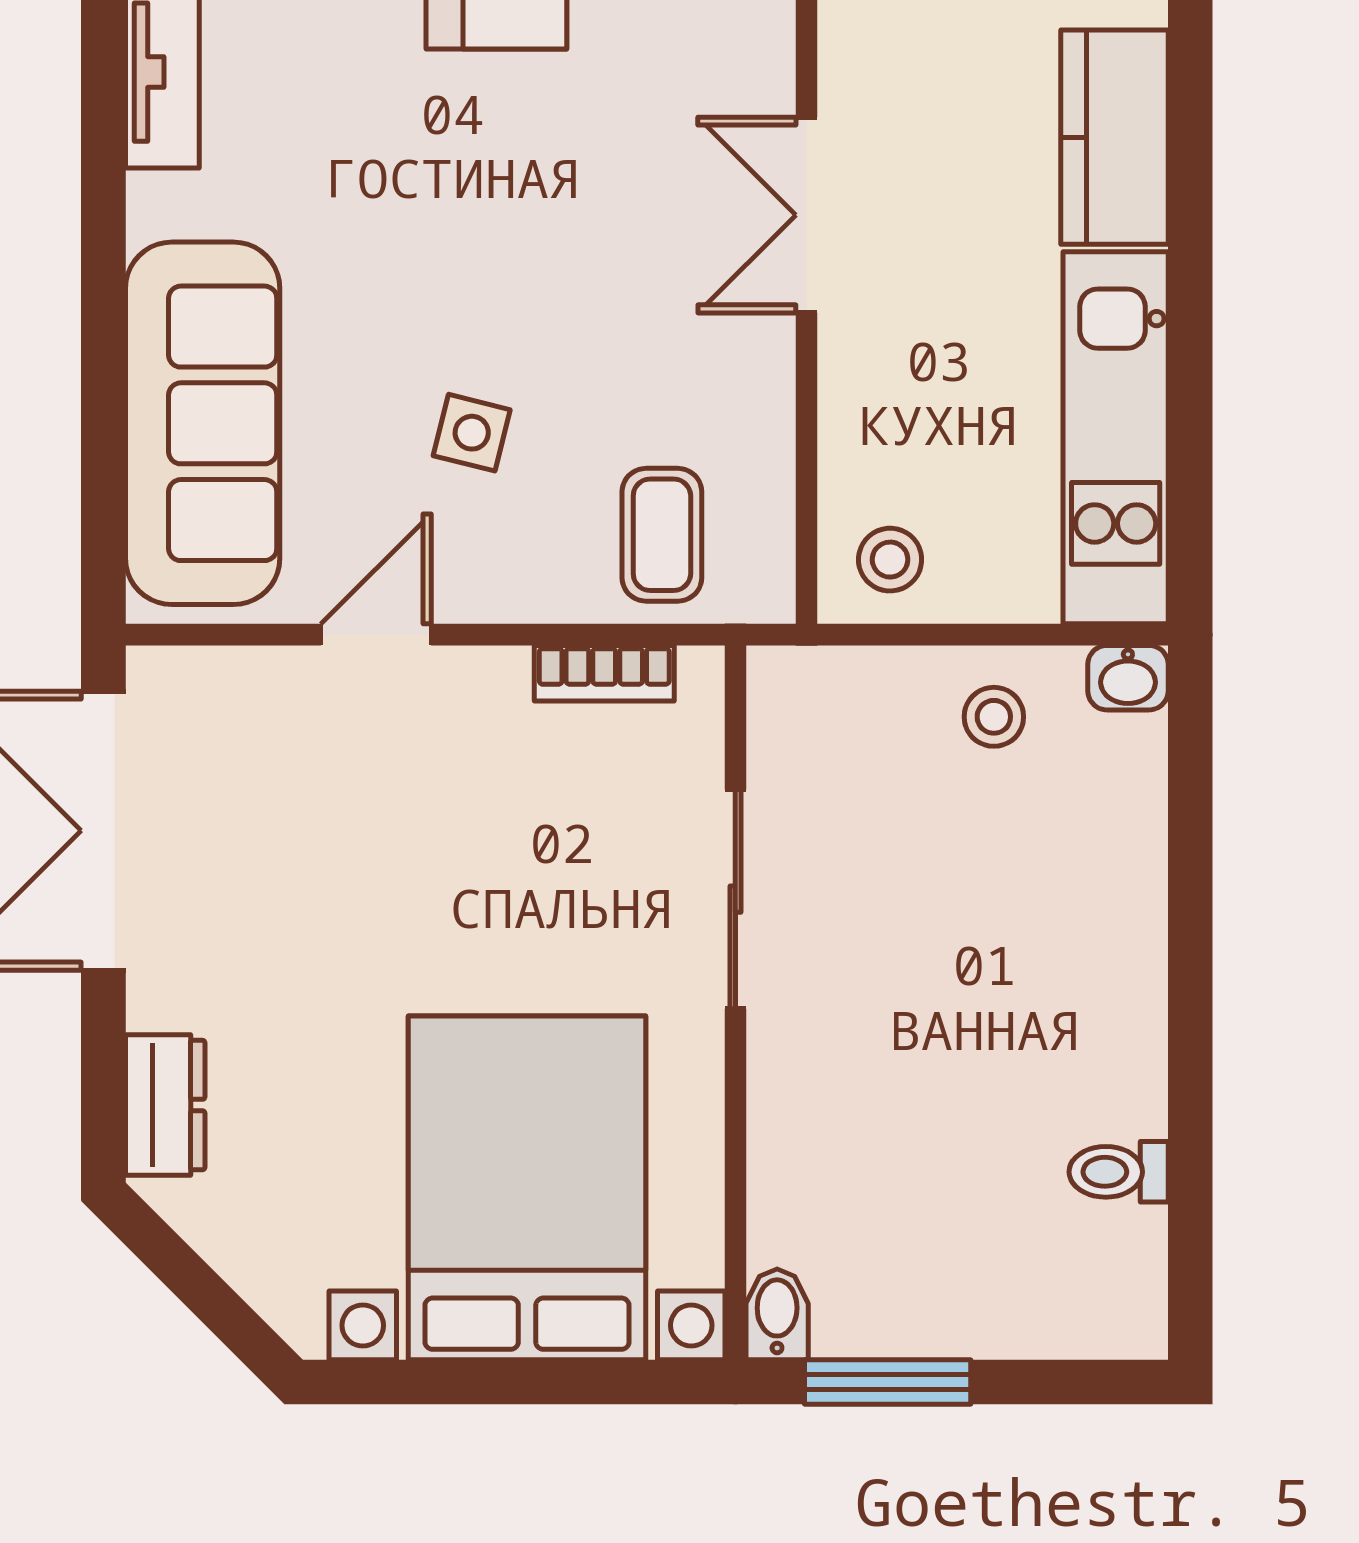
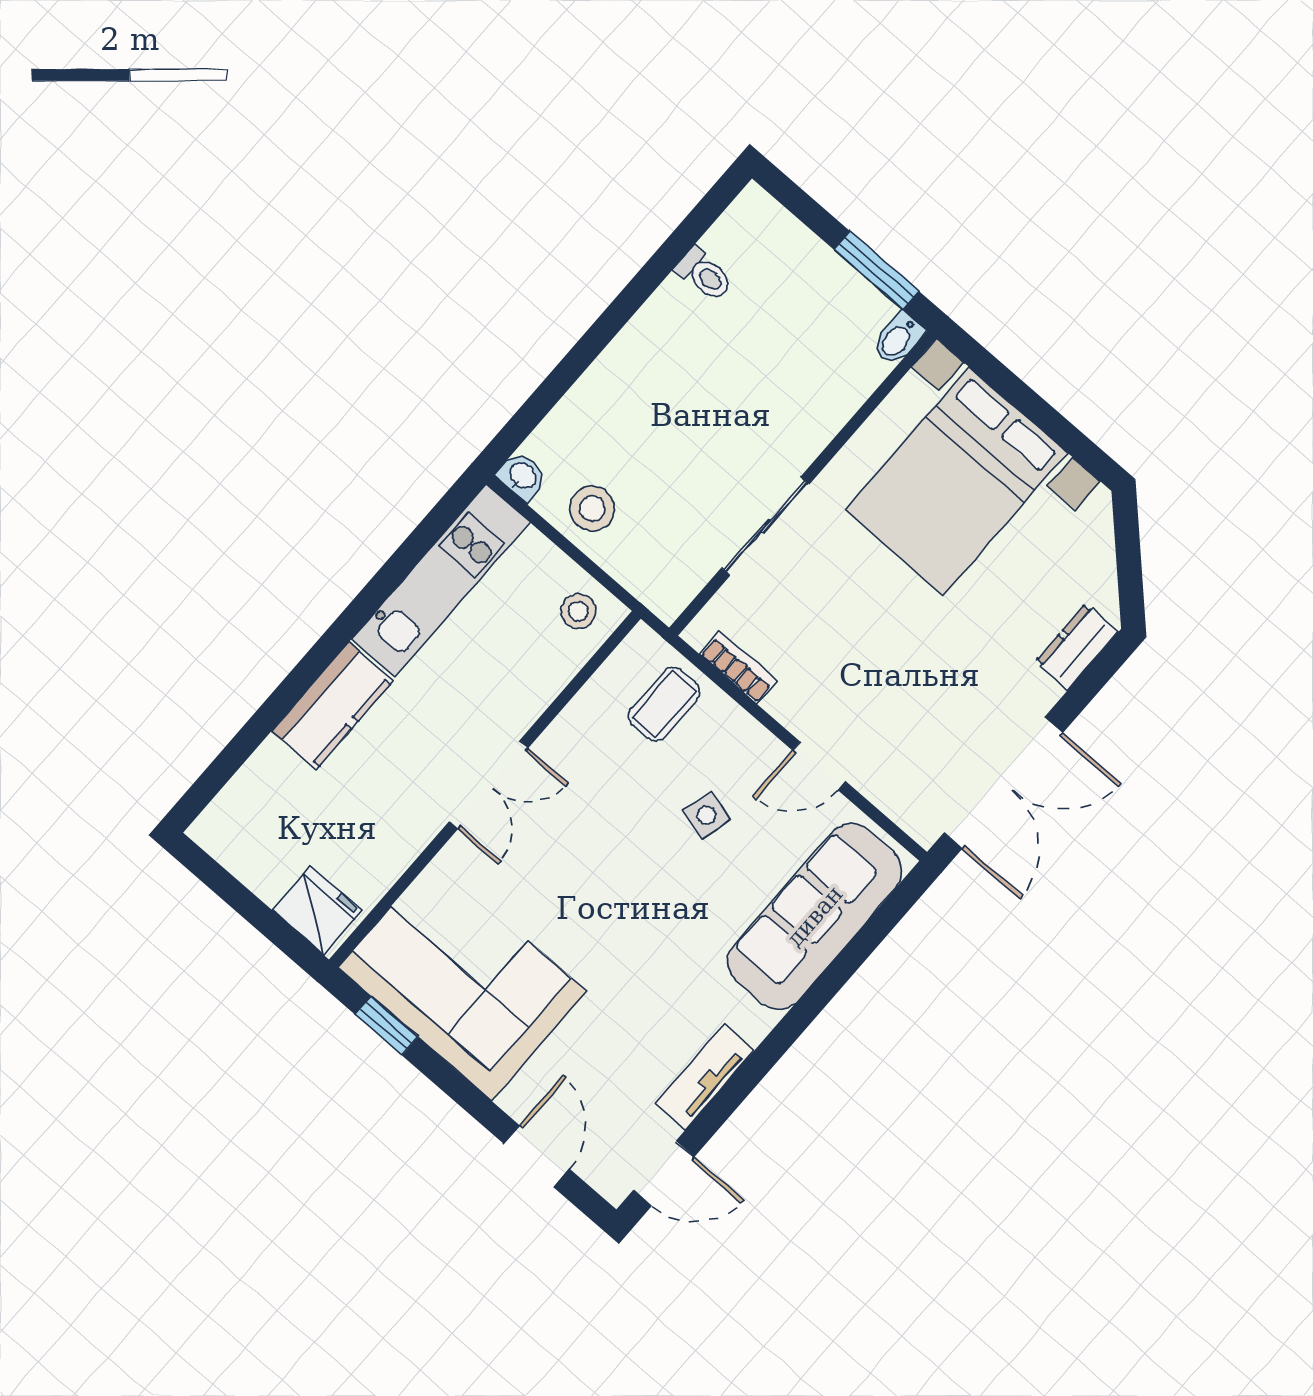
stool: (994, 717) -> (592, 509), width x1.37, depth x1.37

